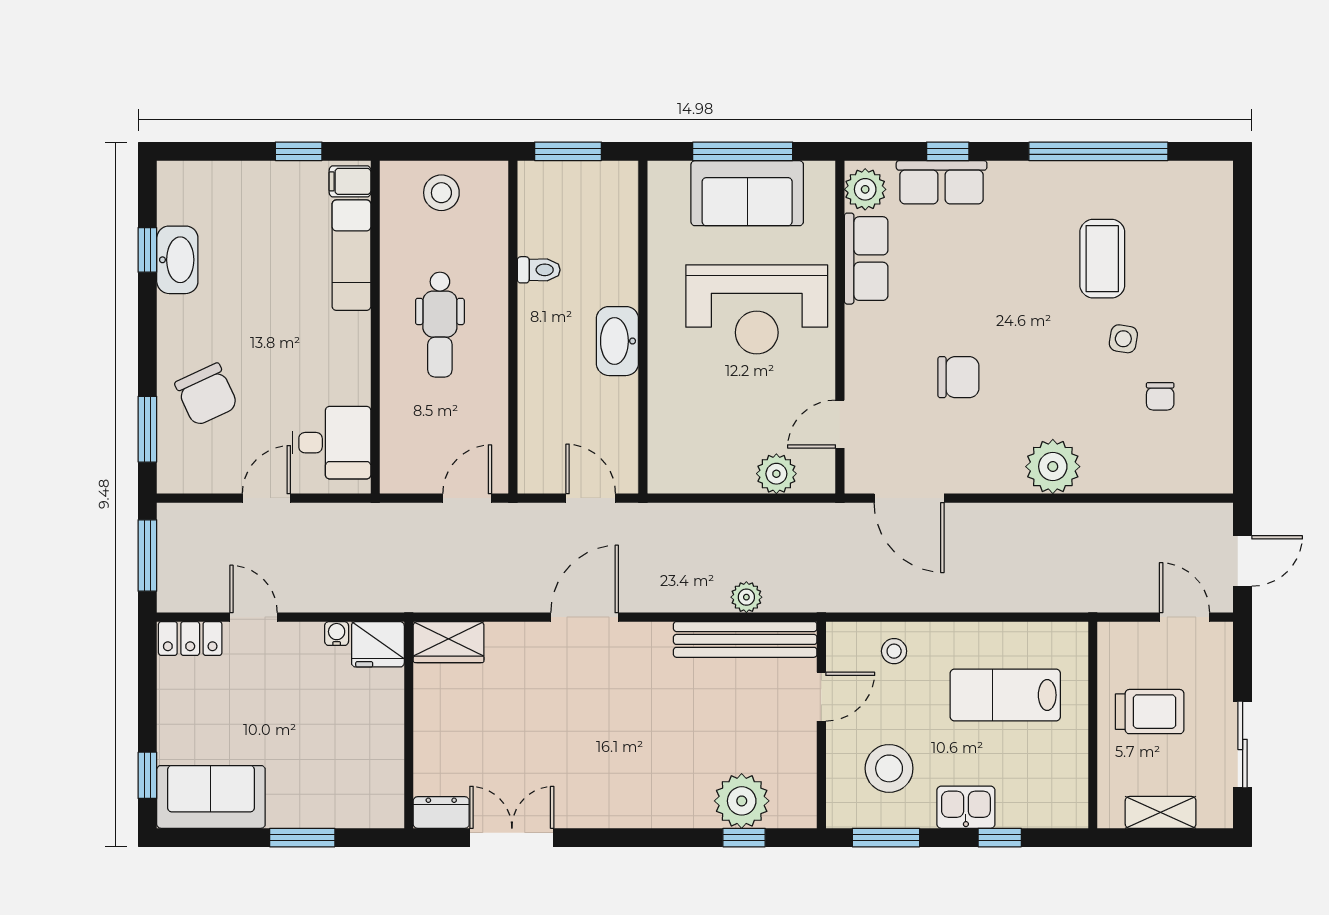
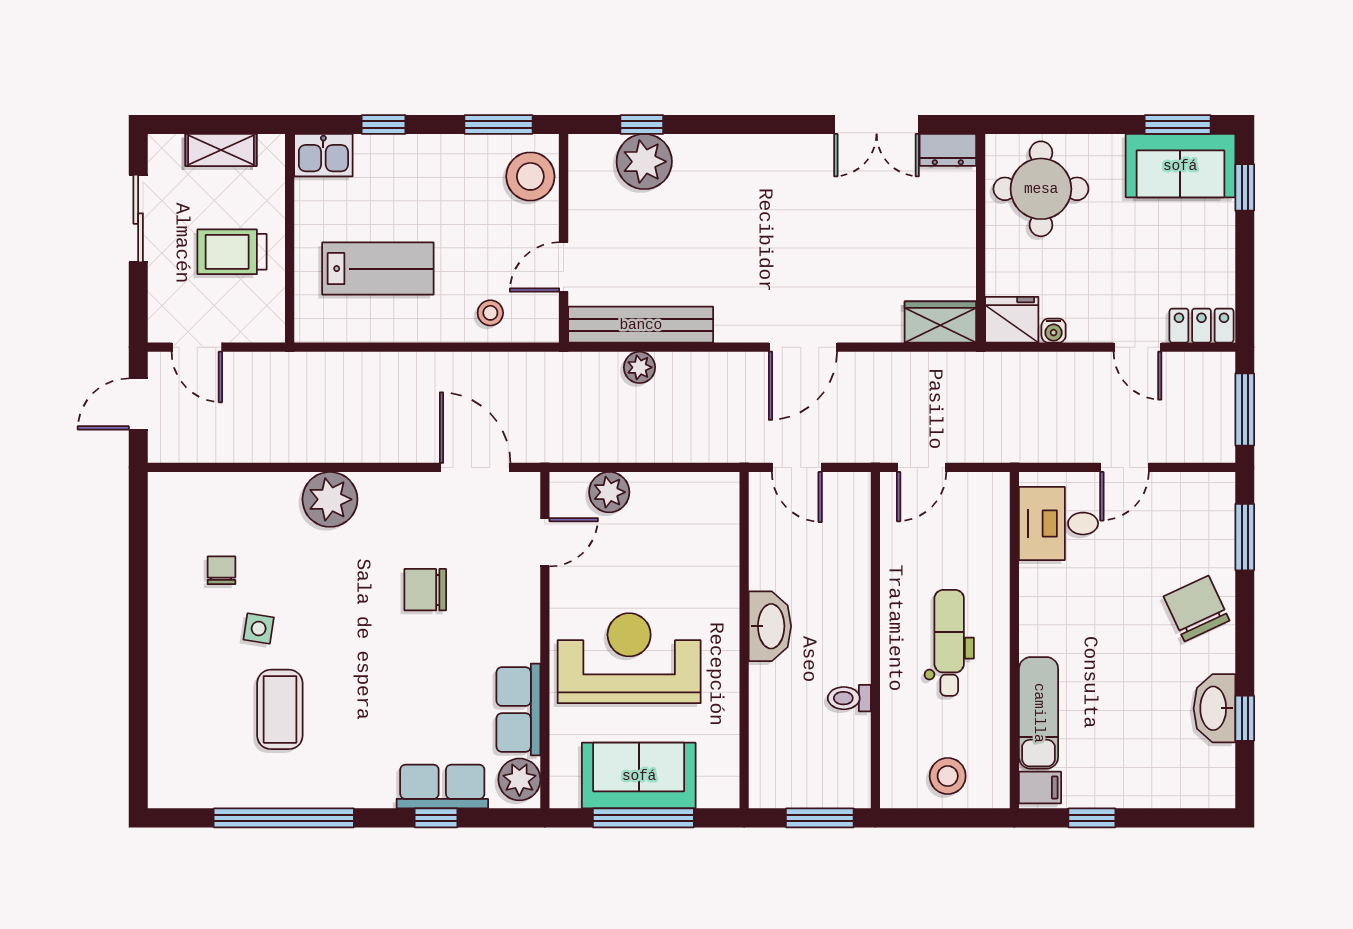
chair: (206, 395) -> (1197, 608), moved
stool: (889, 768) -> (530, 176), moved
round table: (349, 774) -> (1041, 189), added
kitchen sink: (966, 807) -> (323, 155), moved
window: (302, 838) -> (1178, 125), moved

